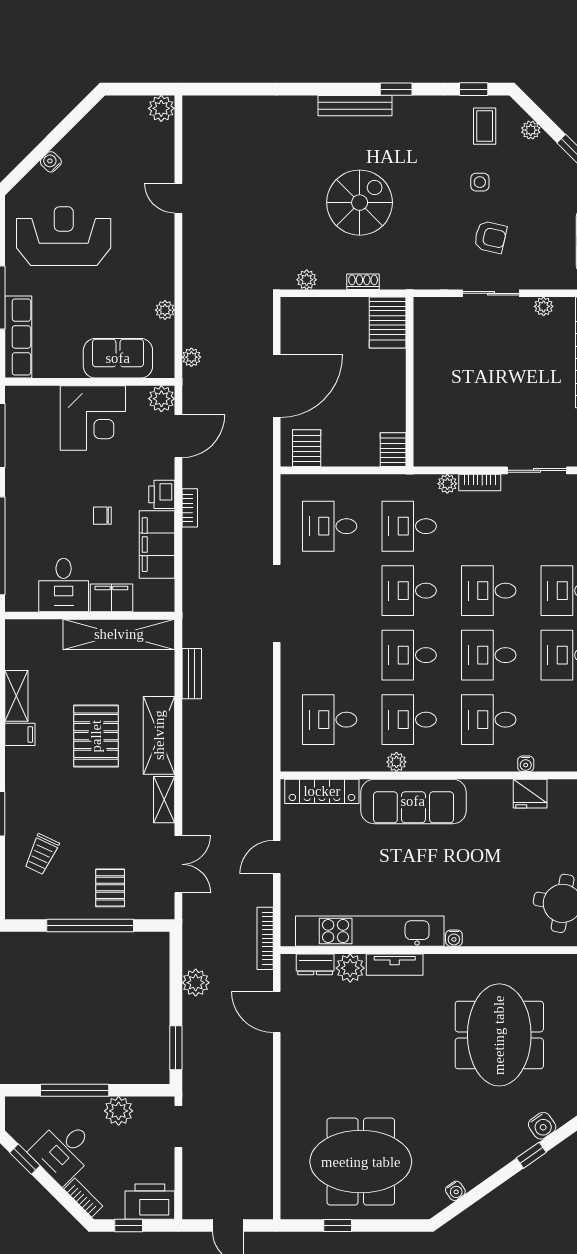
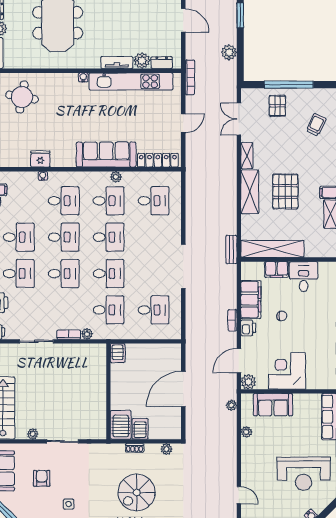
armchair: (490, 237) -> (42, 478), moved, turned 77
server rack: (307, 448) -> (140, 429), moved, turned 180
bench: (192, 674) -> (231, 249), moved
door: (277, 1012) -> (183, 20), moved

